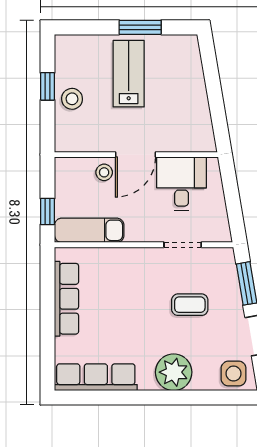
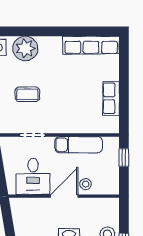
exam couch: (89, 230) -> (79, 145), moved
row of seats: (67, 299) -> (111, 98), width x0.68
plant: (174, 372) -> (25, 48), moved

